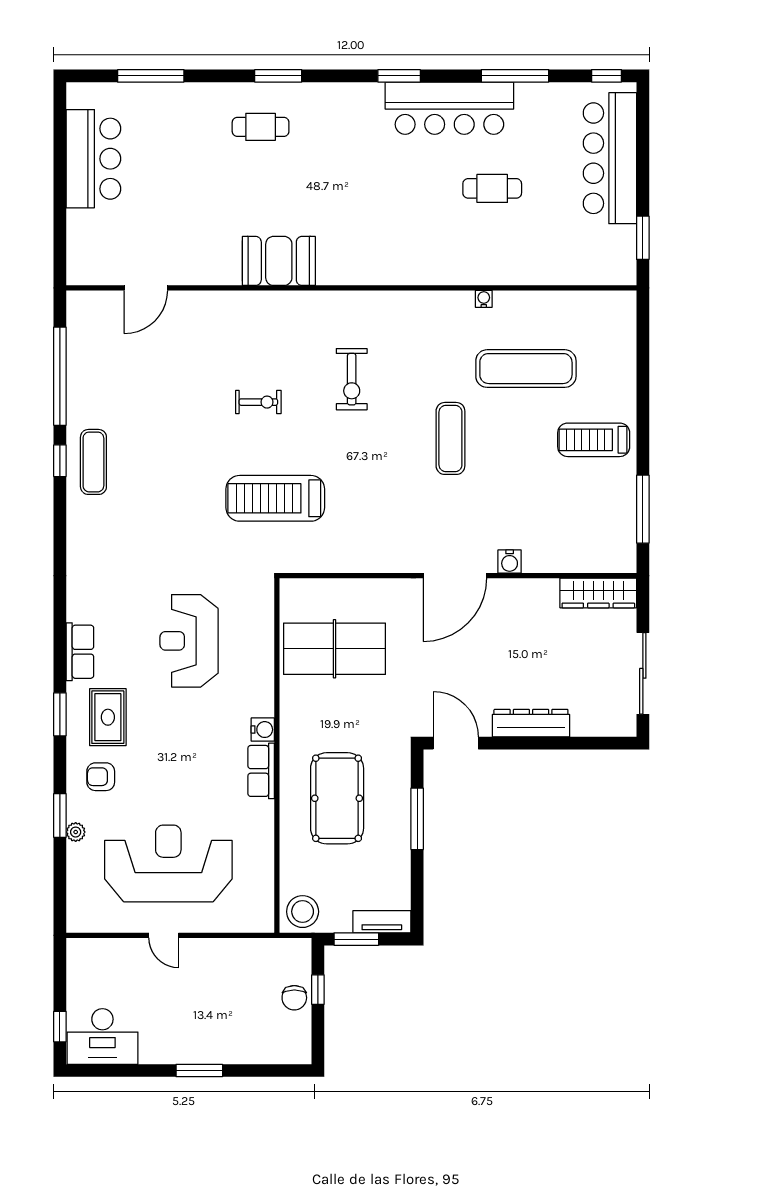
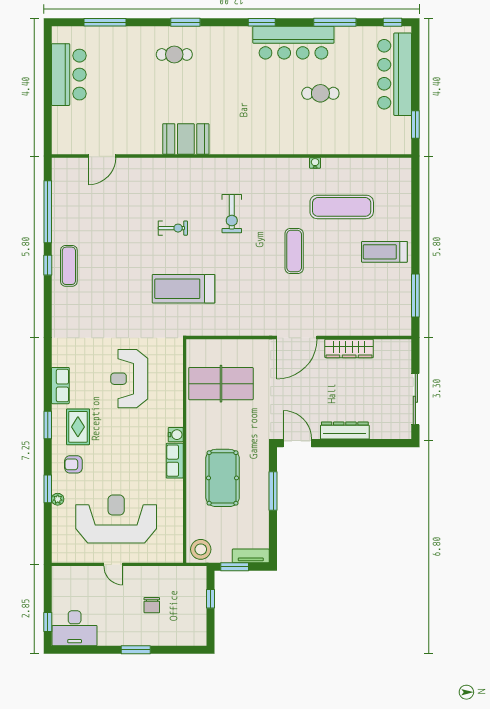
water cooler: (510, 562) -> (331, 329), removed
wardrobe: (598, 593) -> (349, 348), moved
chair: (294, 998) -> (152, 605), moved

